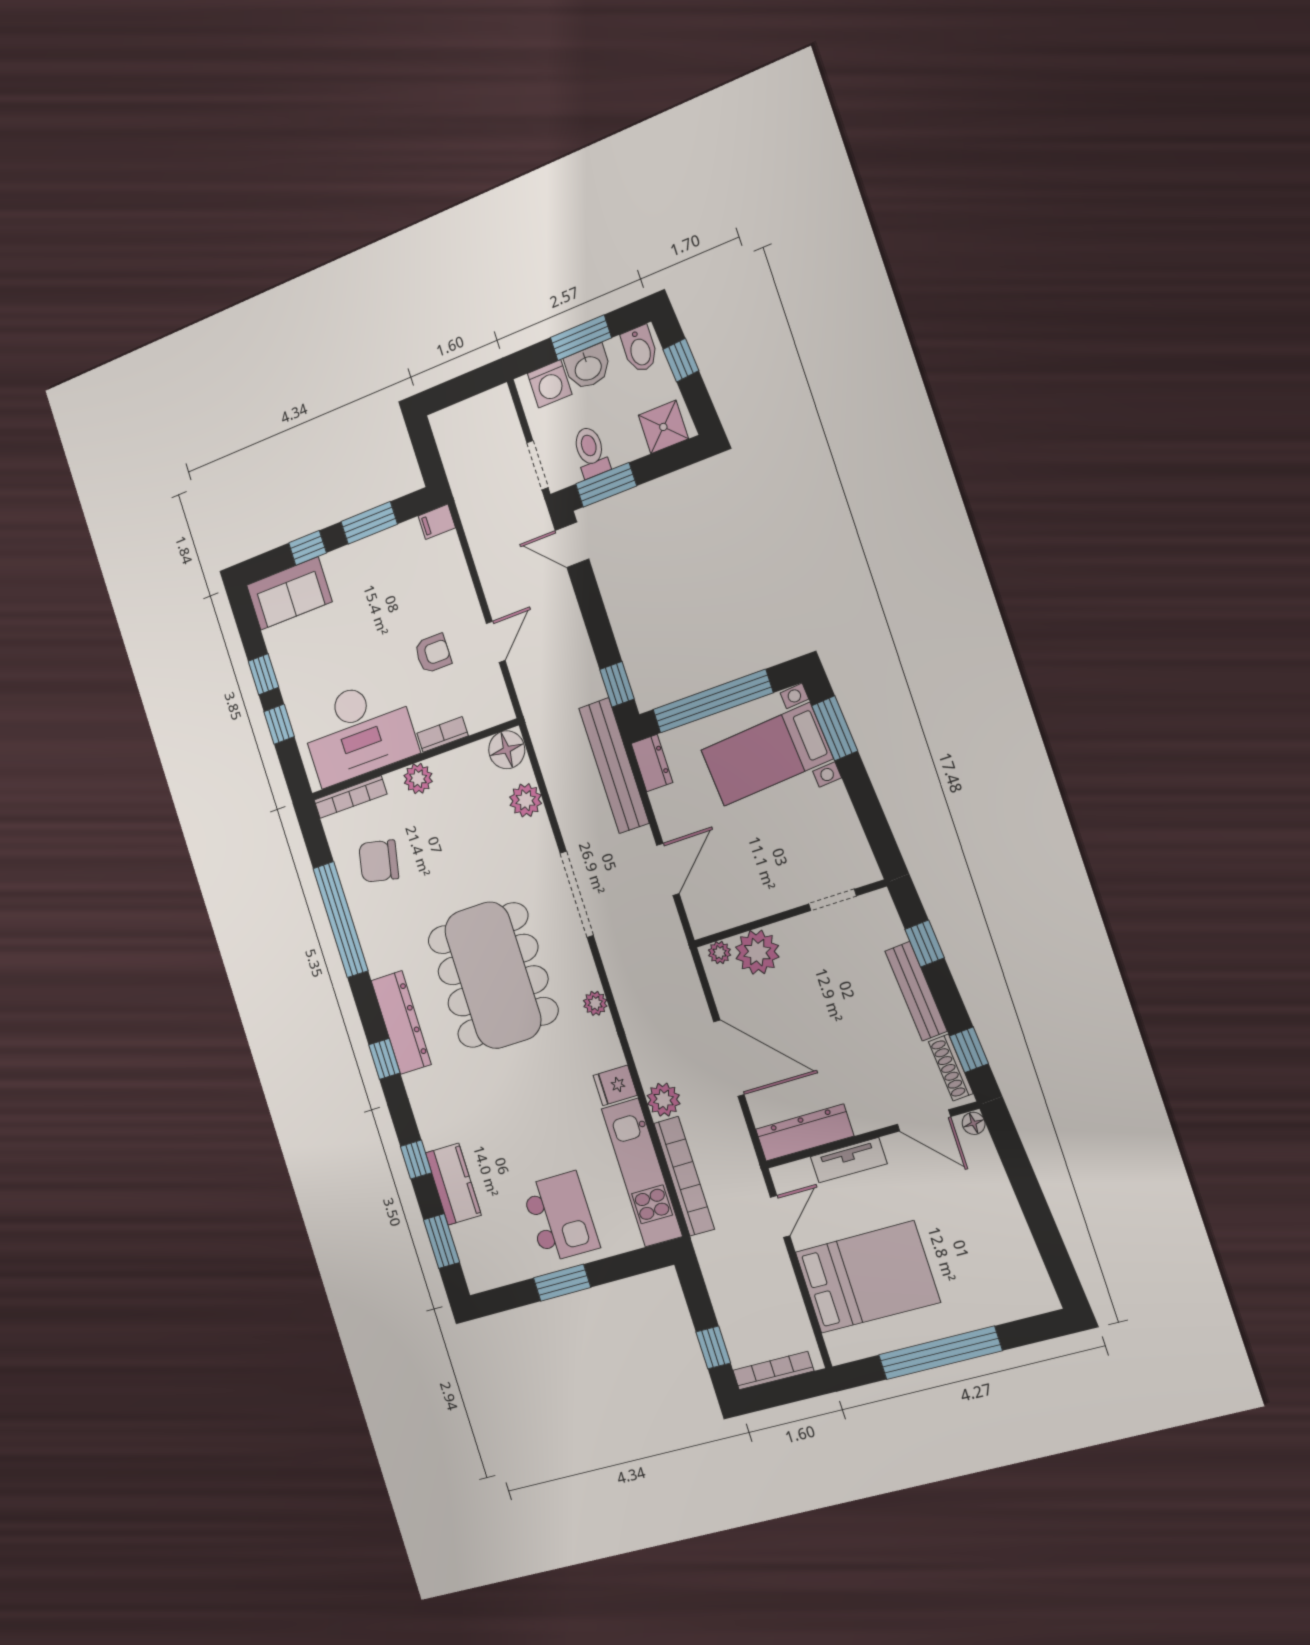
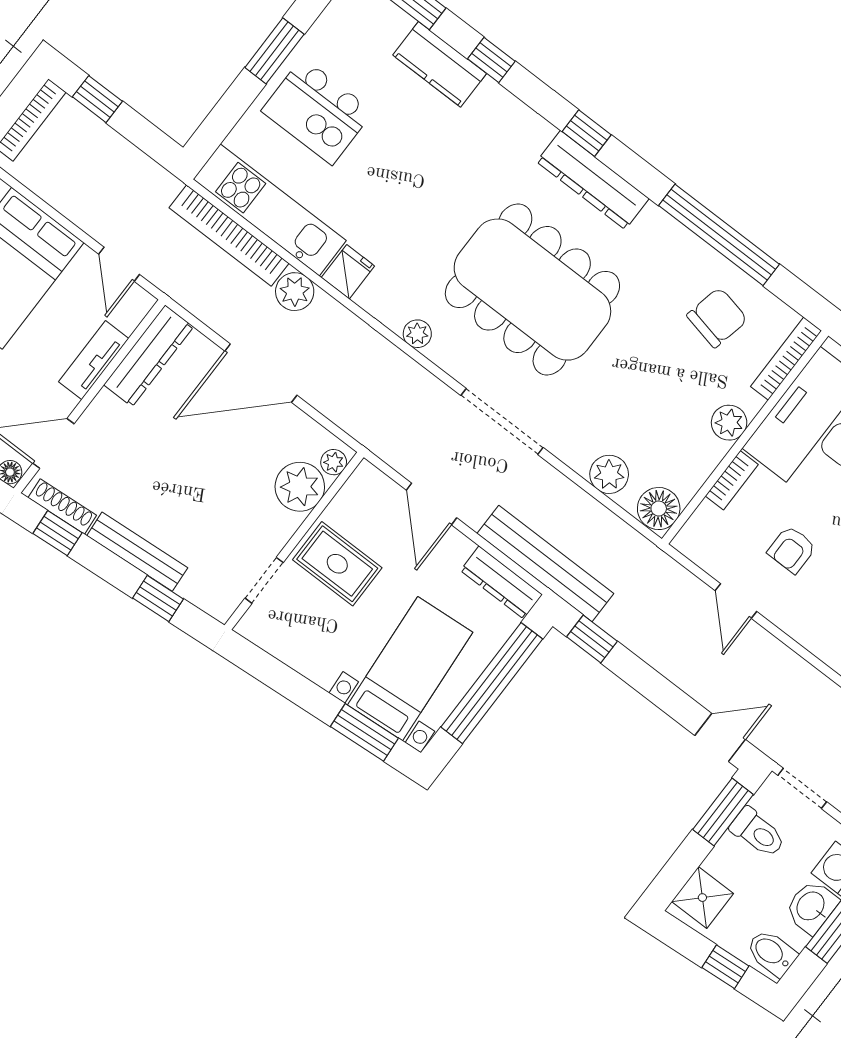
dresser: (652, 763) -> (501, 582), width x1.44
rug: (768, 874) -> (337, 564), added

